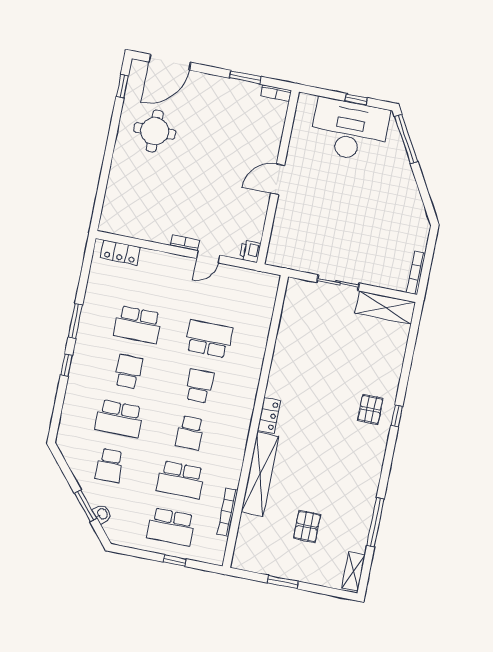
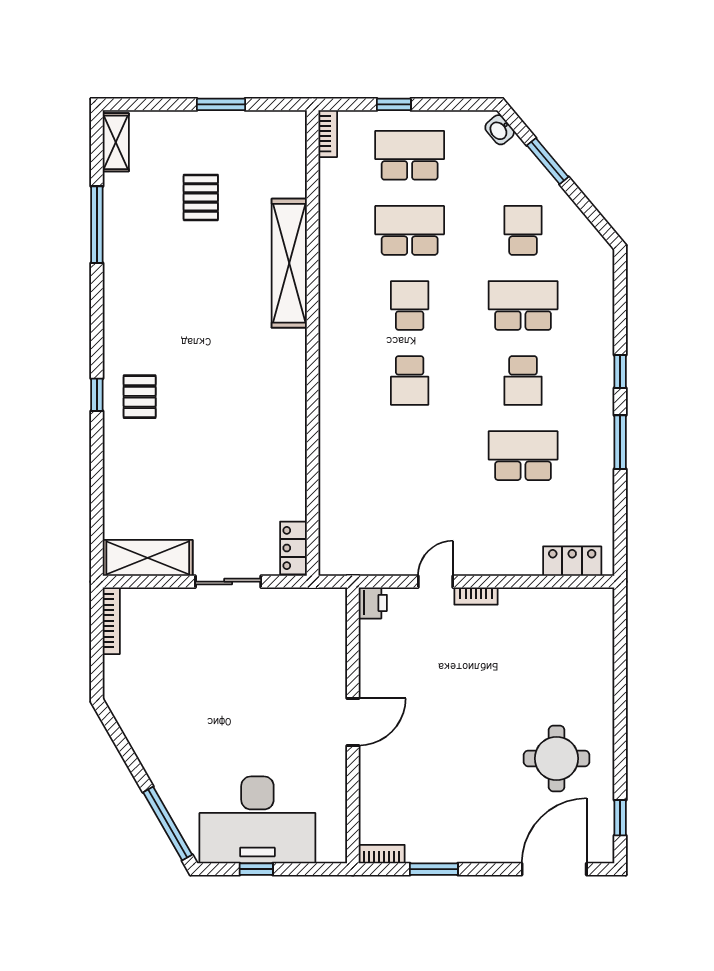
school desk: (209, 339) -> (410, 456), removed
locker: (269, 415) -> (293, 548), moved
bookcase: (227, 512) -> (328, 134), moved, width x0.64
washbasin: (102, 514) -> (500, 130), moved

